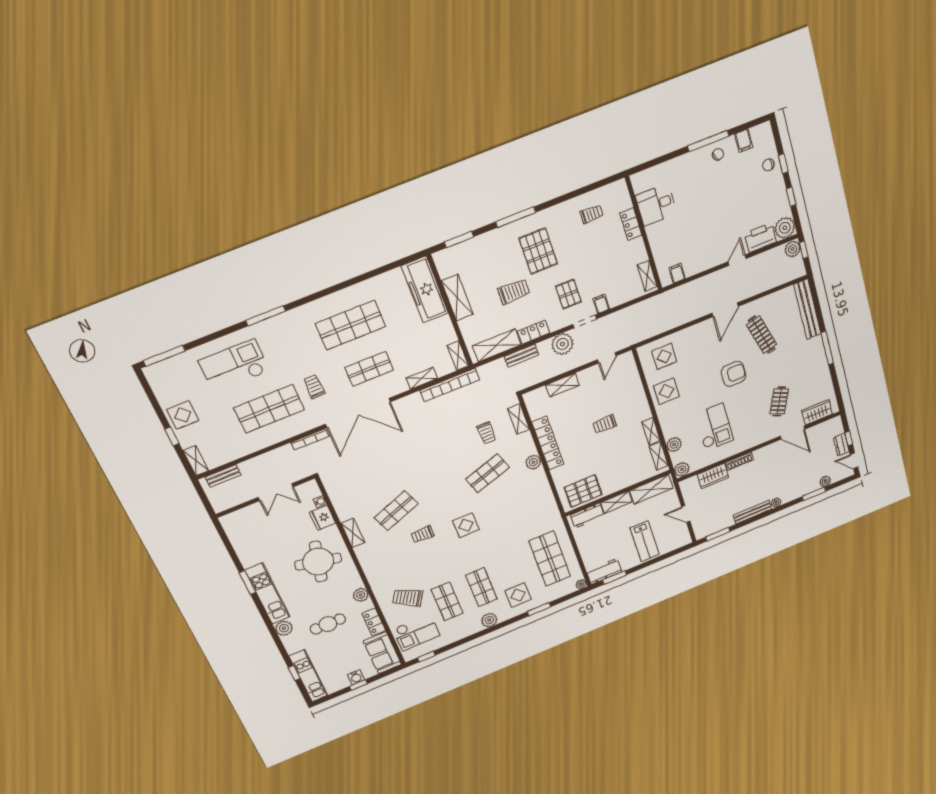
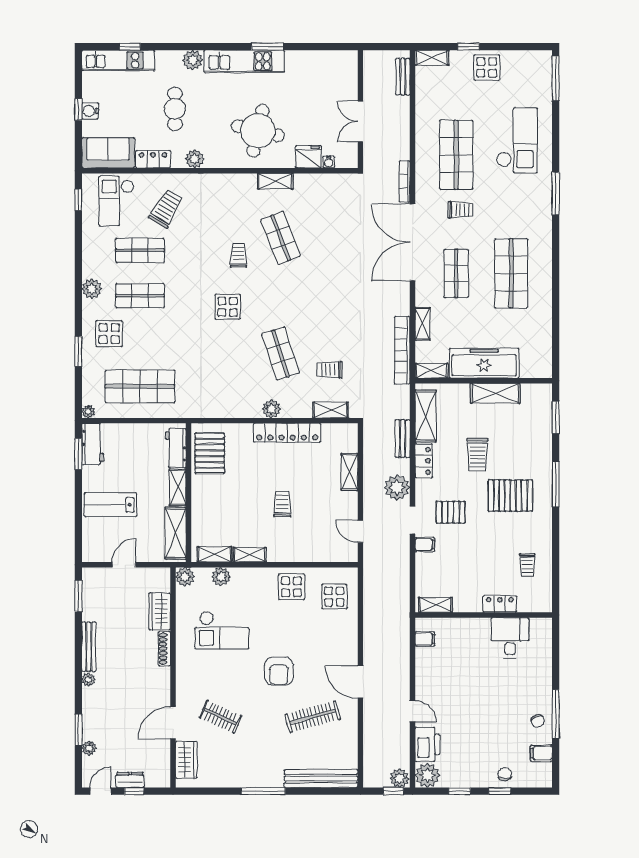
freezer: (425, 290) -> (484, 363), moved

